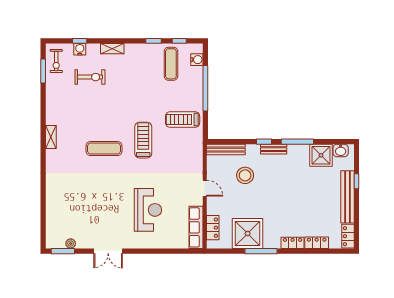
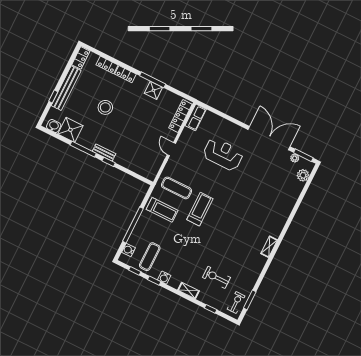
water cooler: (80, 49) -> (164, 278), moved
treadmill: (143, 140) -> (200, 209), turned 180
exercise mat: (104, 149) -> (177, 188), moved
bench: (226, 150) -> (141, 170), removed
stool: (245, 175) -> (105, 107), moved
reception desk: (148, 210) -> (223, 154), turned 90
row of seats: (196, 227) -> (196, 117), width x0.68
locker: (213, 228) -> (180, 116), width x1.53
plant: (53, 230) -> (303, 175), added
shower: (248, 233) -> (153, 90), width x0.54, depth x0.54
double door: (108, 251) -> (269, 138), width x1.87

